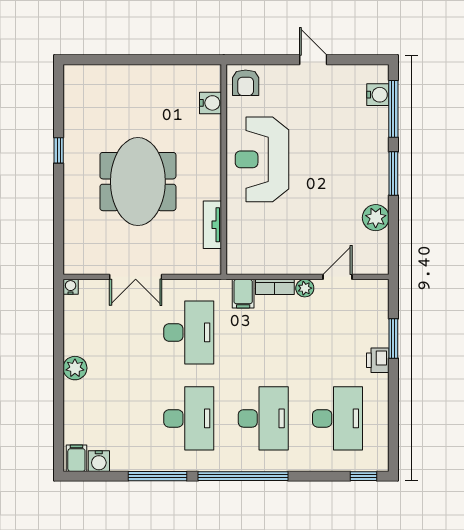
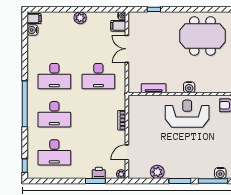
water cooler: (211, 103) -> (189, 87), moved
window: (59, 150) -> (154, 9), moved
meeting table: (138, 182) -> (202, 36), moved
door: (337, 277) -> (127, 152), swing flipped
plant: (305, 288) -> (121, 174), moved
filing cabinet: (243, 294) -> (118, 26), moved
printer: (378, 360) -> (99, 173), moved
window: (157, 476) -> (25, 60), removed

